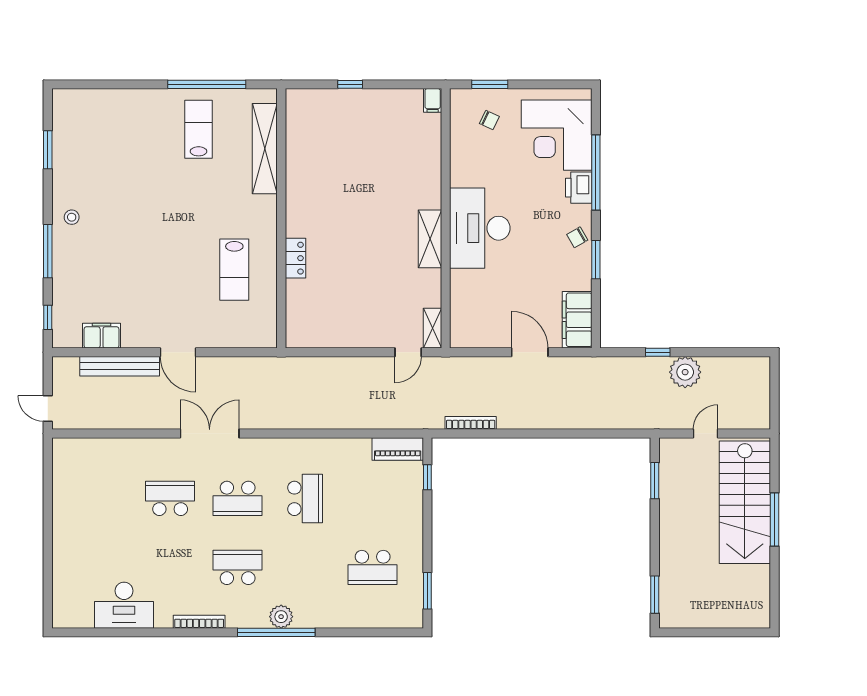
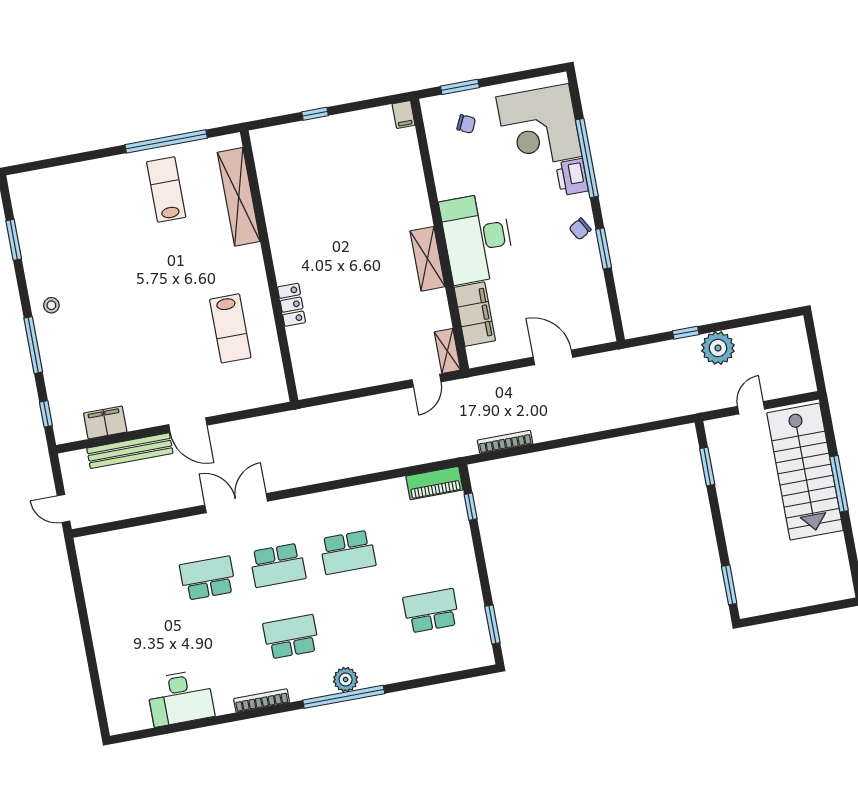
filing cabinet: (577, 320) -> (475, 314), moved, turned 180
school desk: (305, 498) -> (348, 552), turned 90
school desk: (373, 567) -> (431, 611), turned 180

